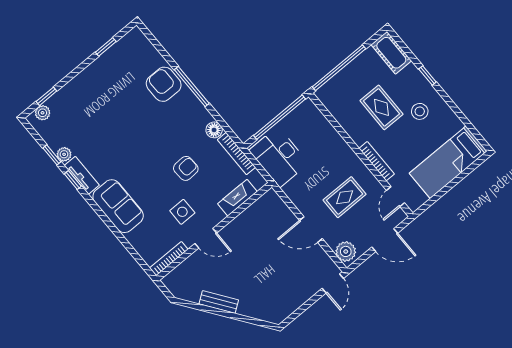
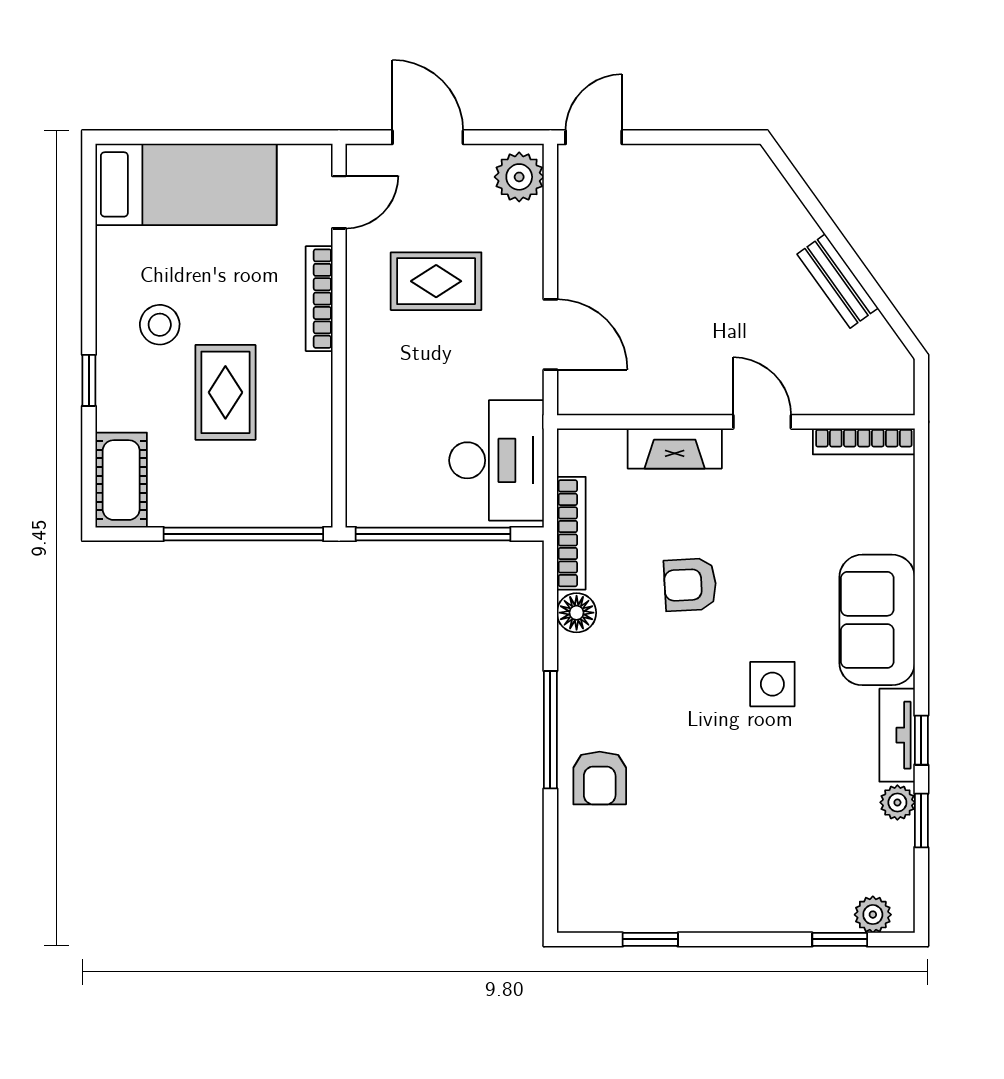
armchair: (164, 84) -> (600, 778), width x0.72, depth x0.72
fireplace: (237, 198) -> (675, 448), moved
side table: (182, 212) -> (772, 684), moved
door: (311, 230) -> (550, 334), moved

